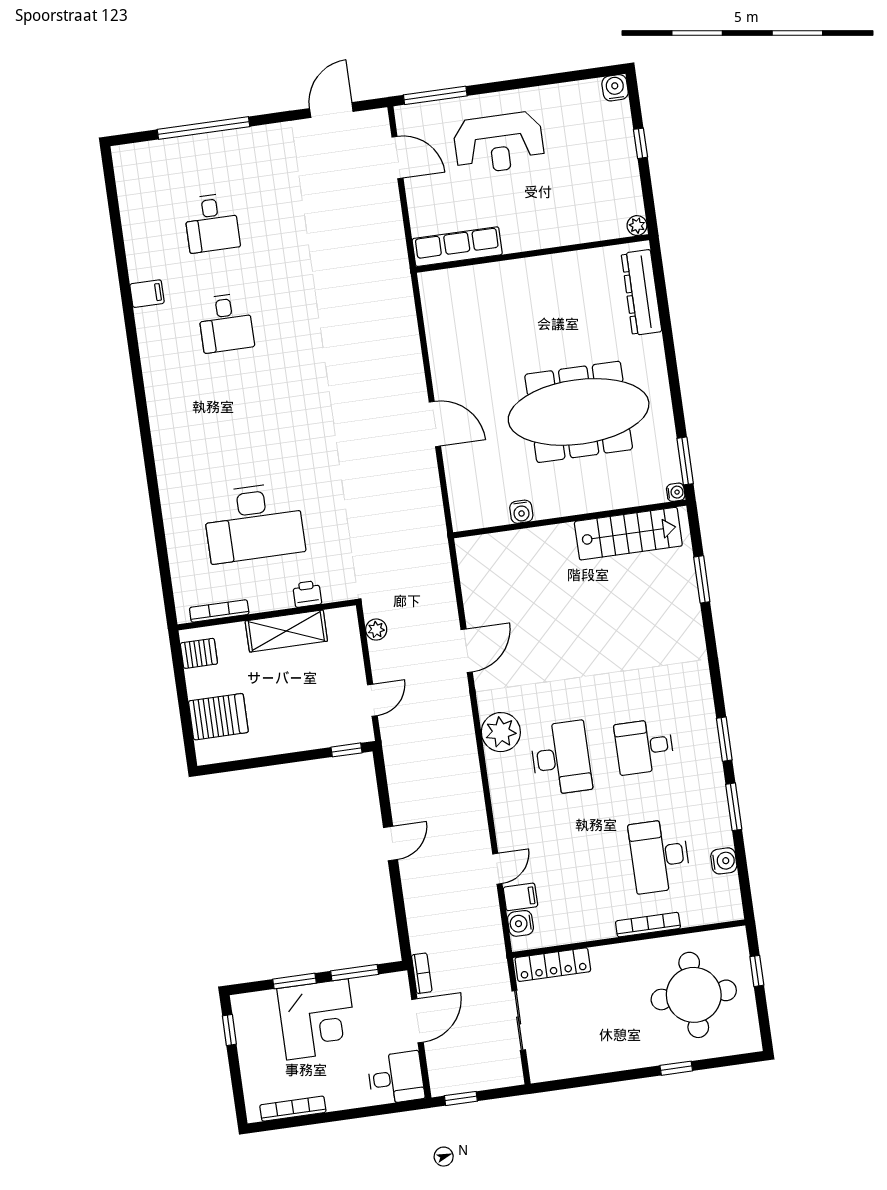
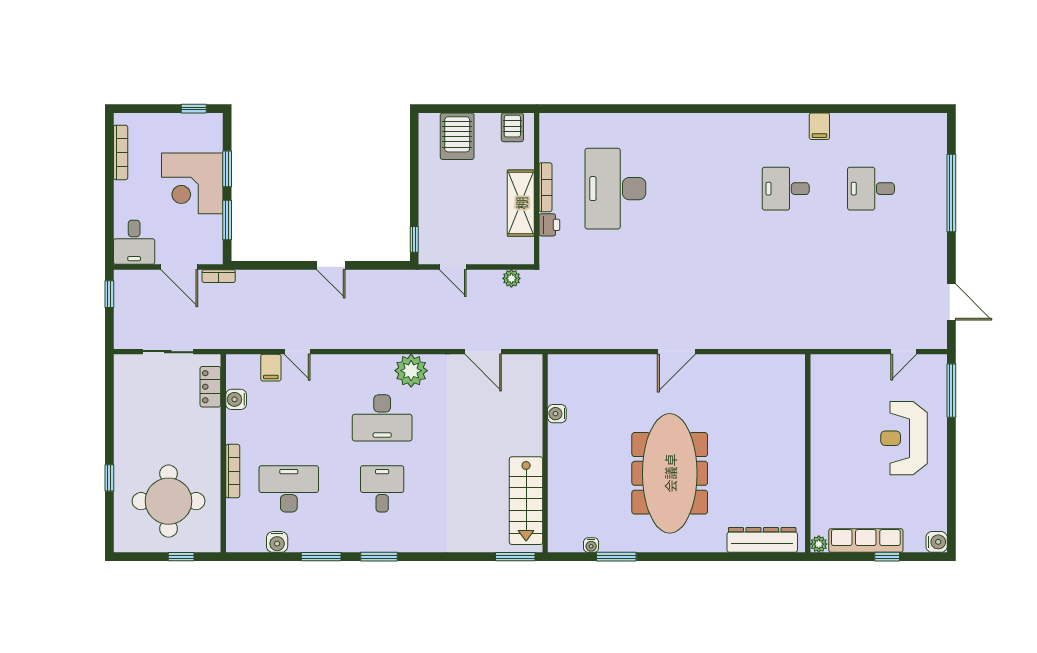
door: (397, 158) -> (904, 352), width x0.73
row of seats: (457, 247) -> (866, 540), moved, turned -90
water cooler: (521, 512) -> (557, 414), moved
wall: (570, 519) -> (545, 453), moved
stairs: (628, 534) -> (526, 501), moved
bookcase: (219, 611) -> (546, 187), moved
water cooler: (520, 923) -> (236, 399), moved, turned -90
locker: (553, 965) -> (210, 387), width x0.66

